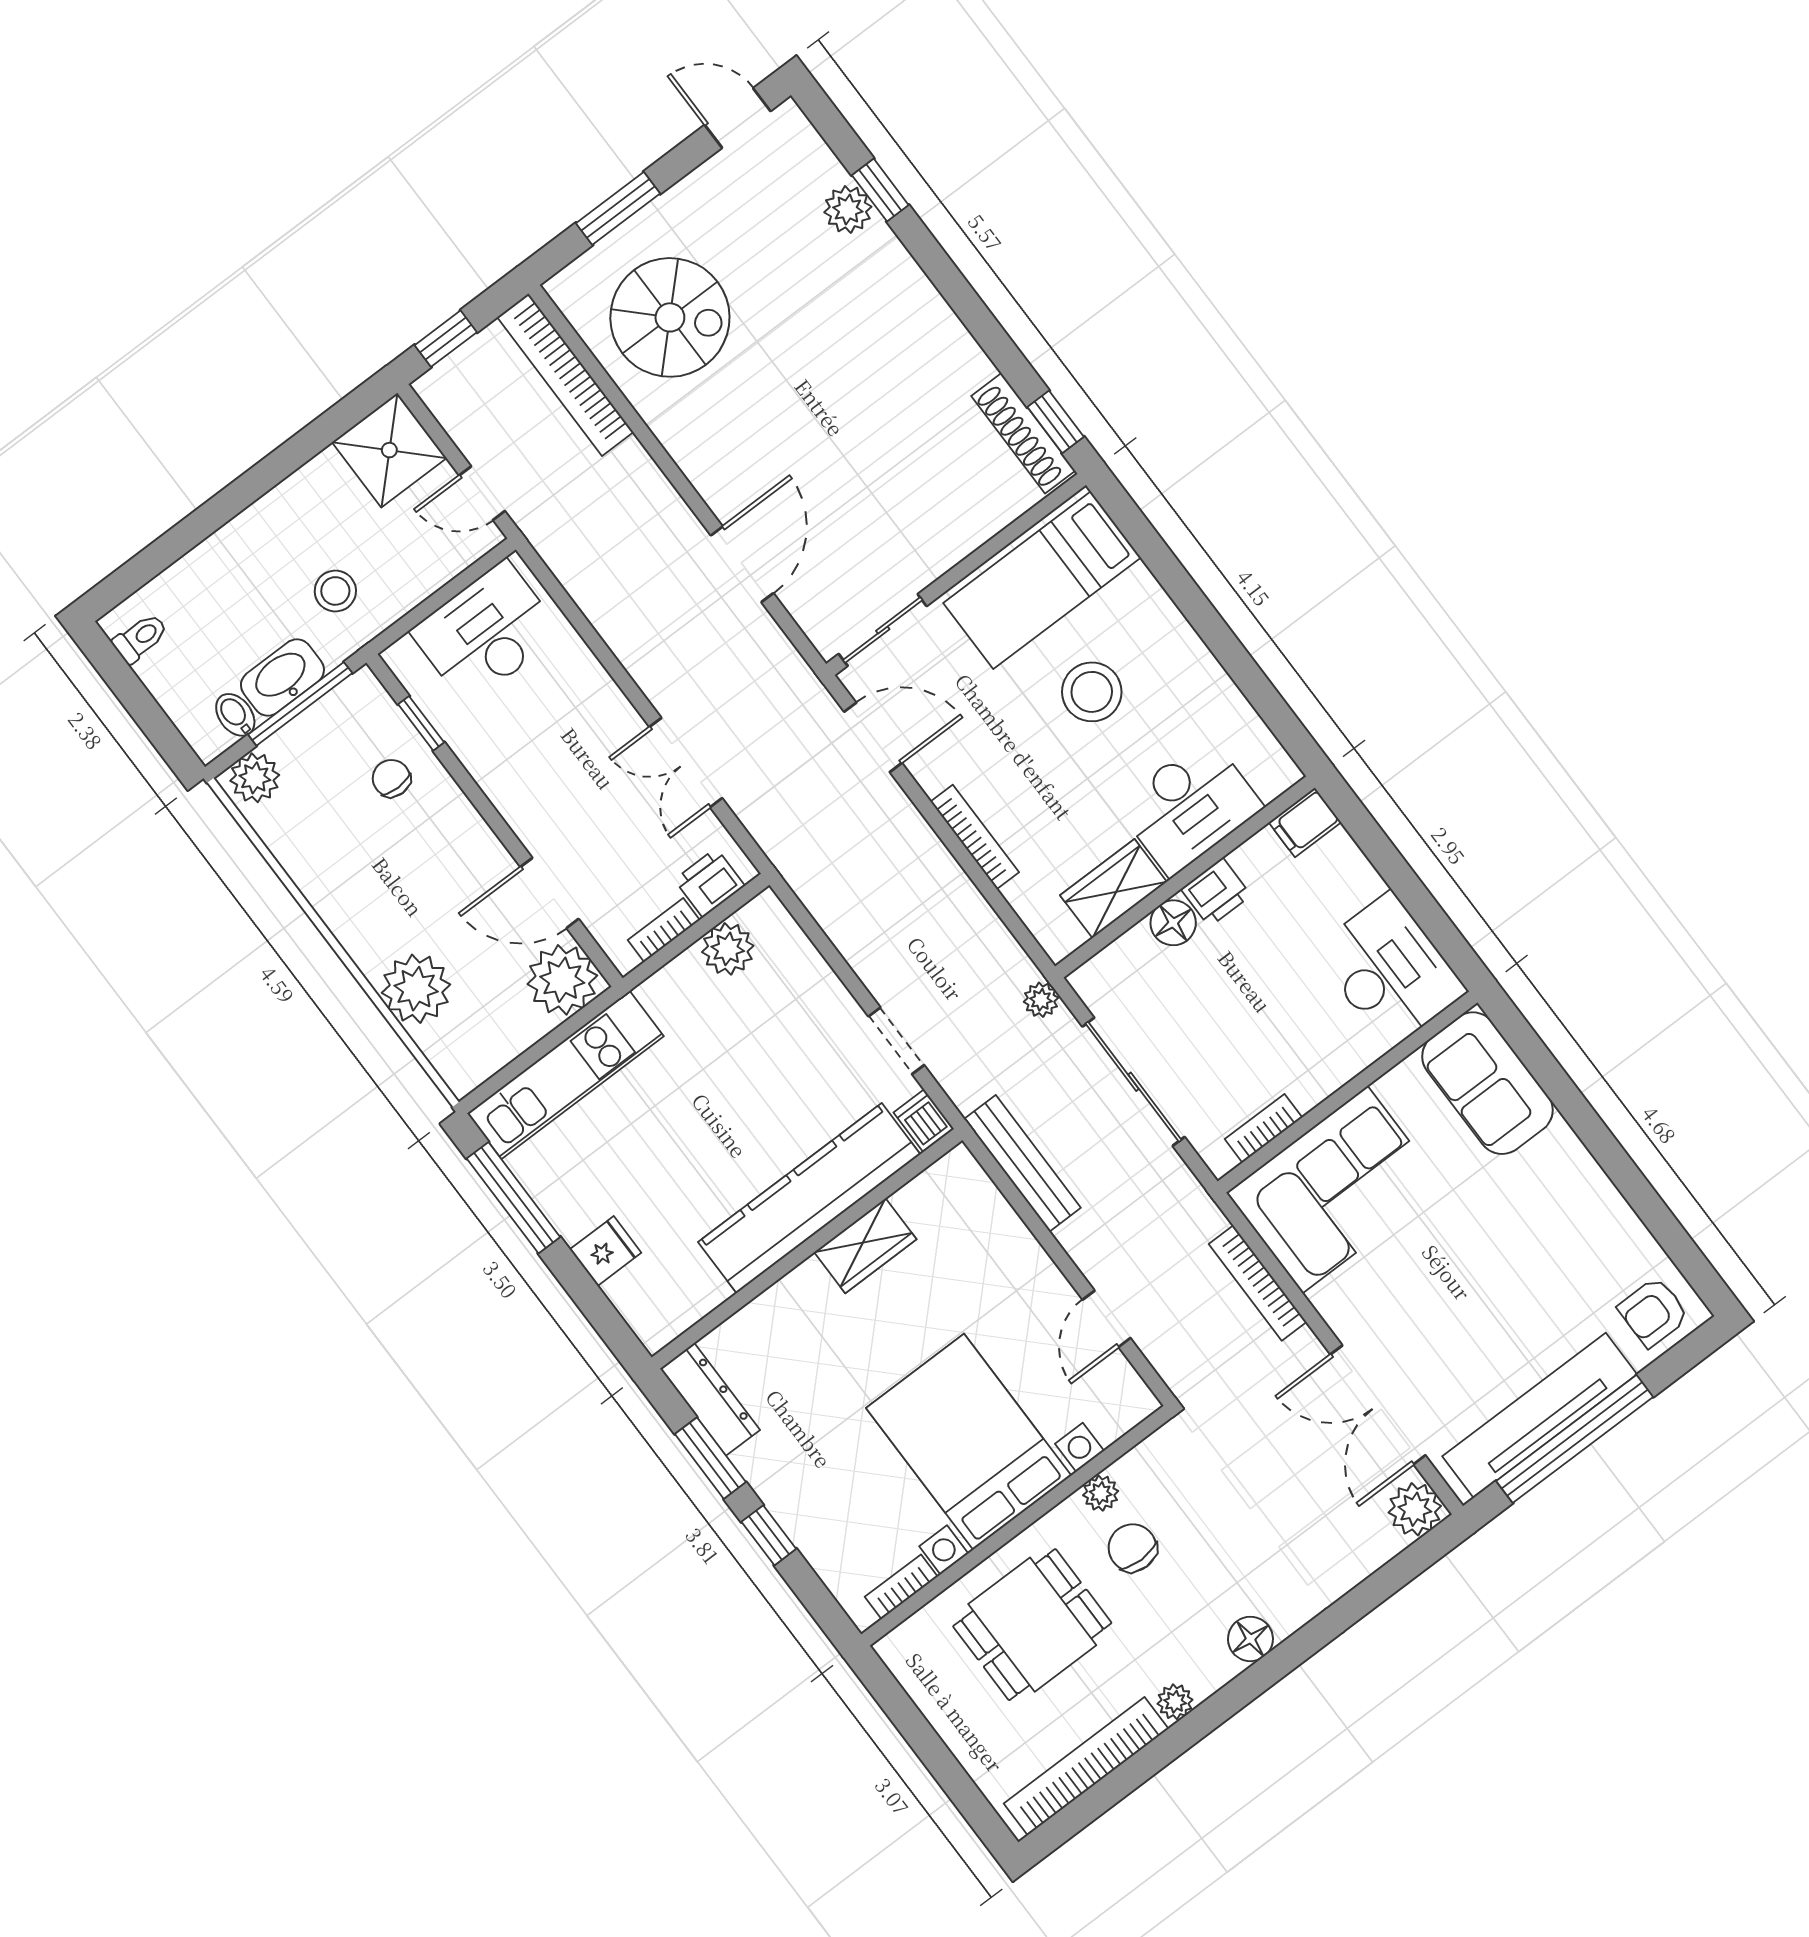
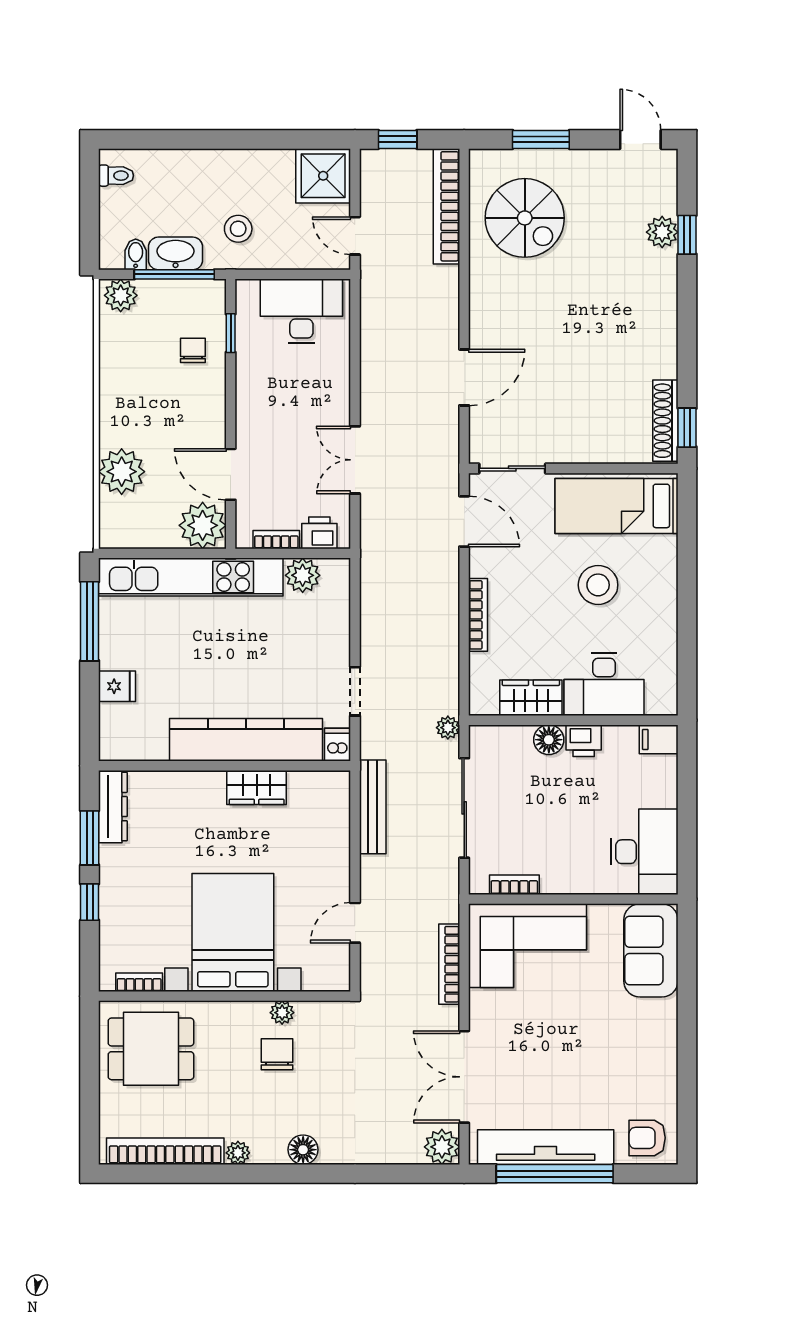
kitchen unit: (565, 1075) -> (191, 577), width x1.36
dining table: (1032, 1625) -> (151, 1049), moved

